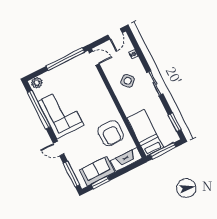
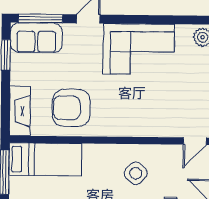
window: (39, 110) -> (161, 20), removed
sofa: (97, 171) -> (36, 38), moved, turned 90

